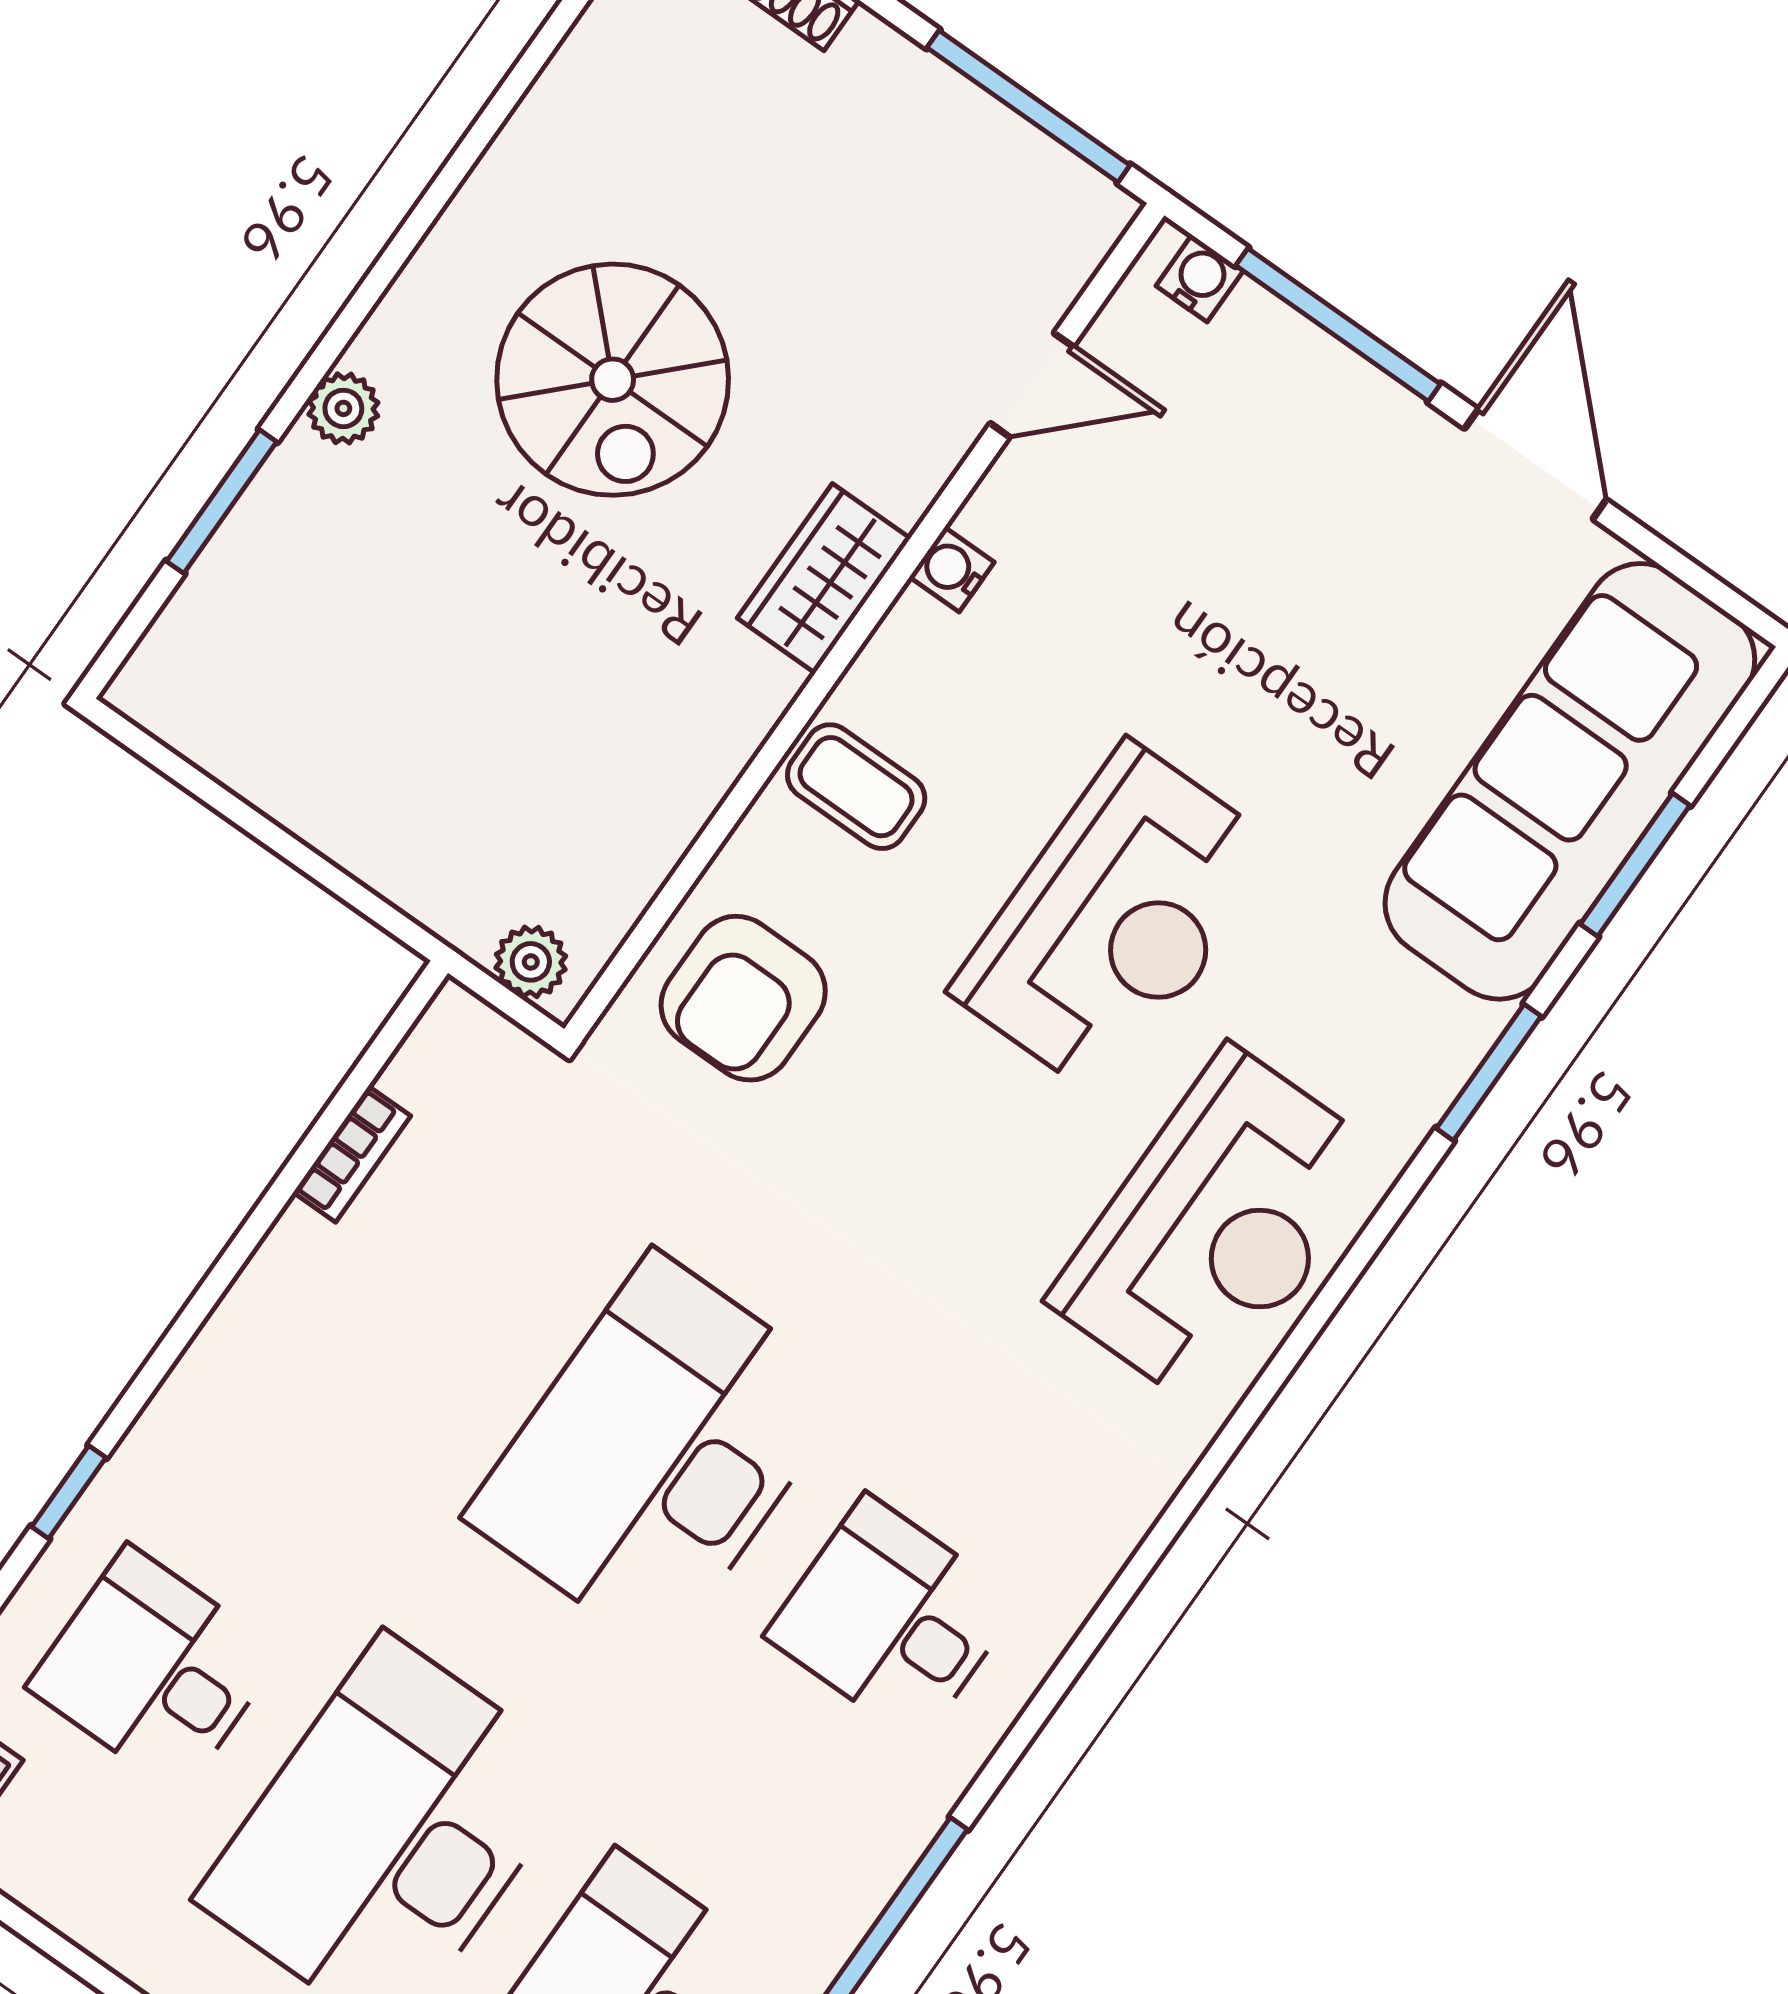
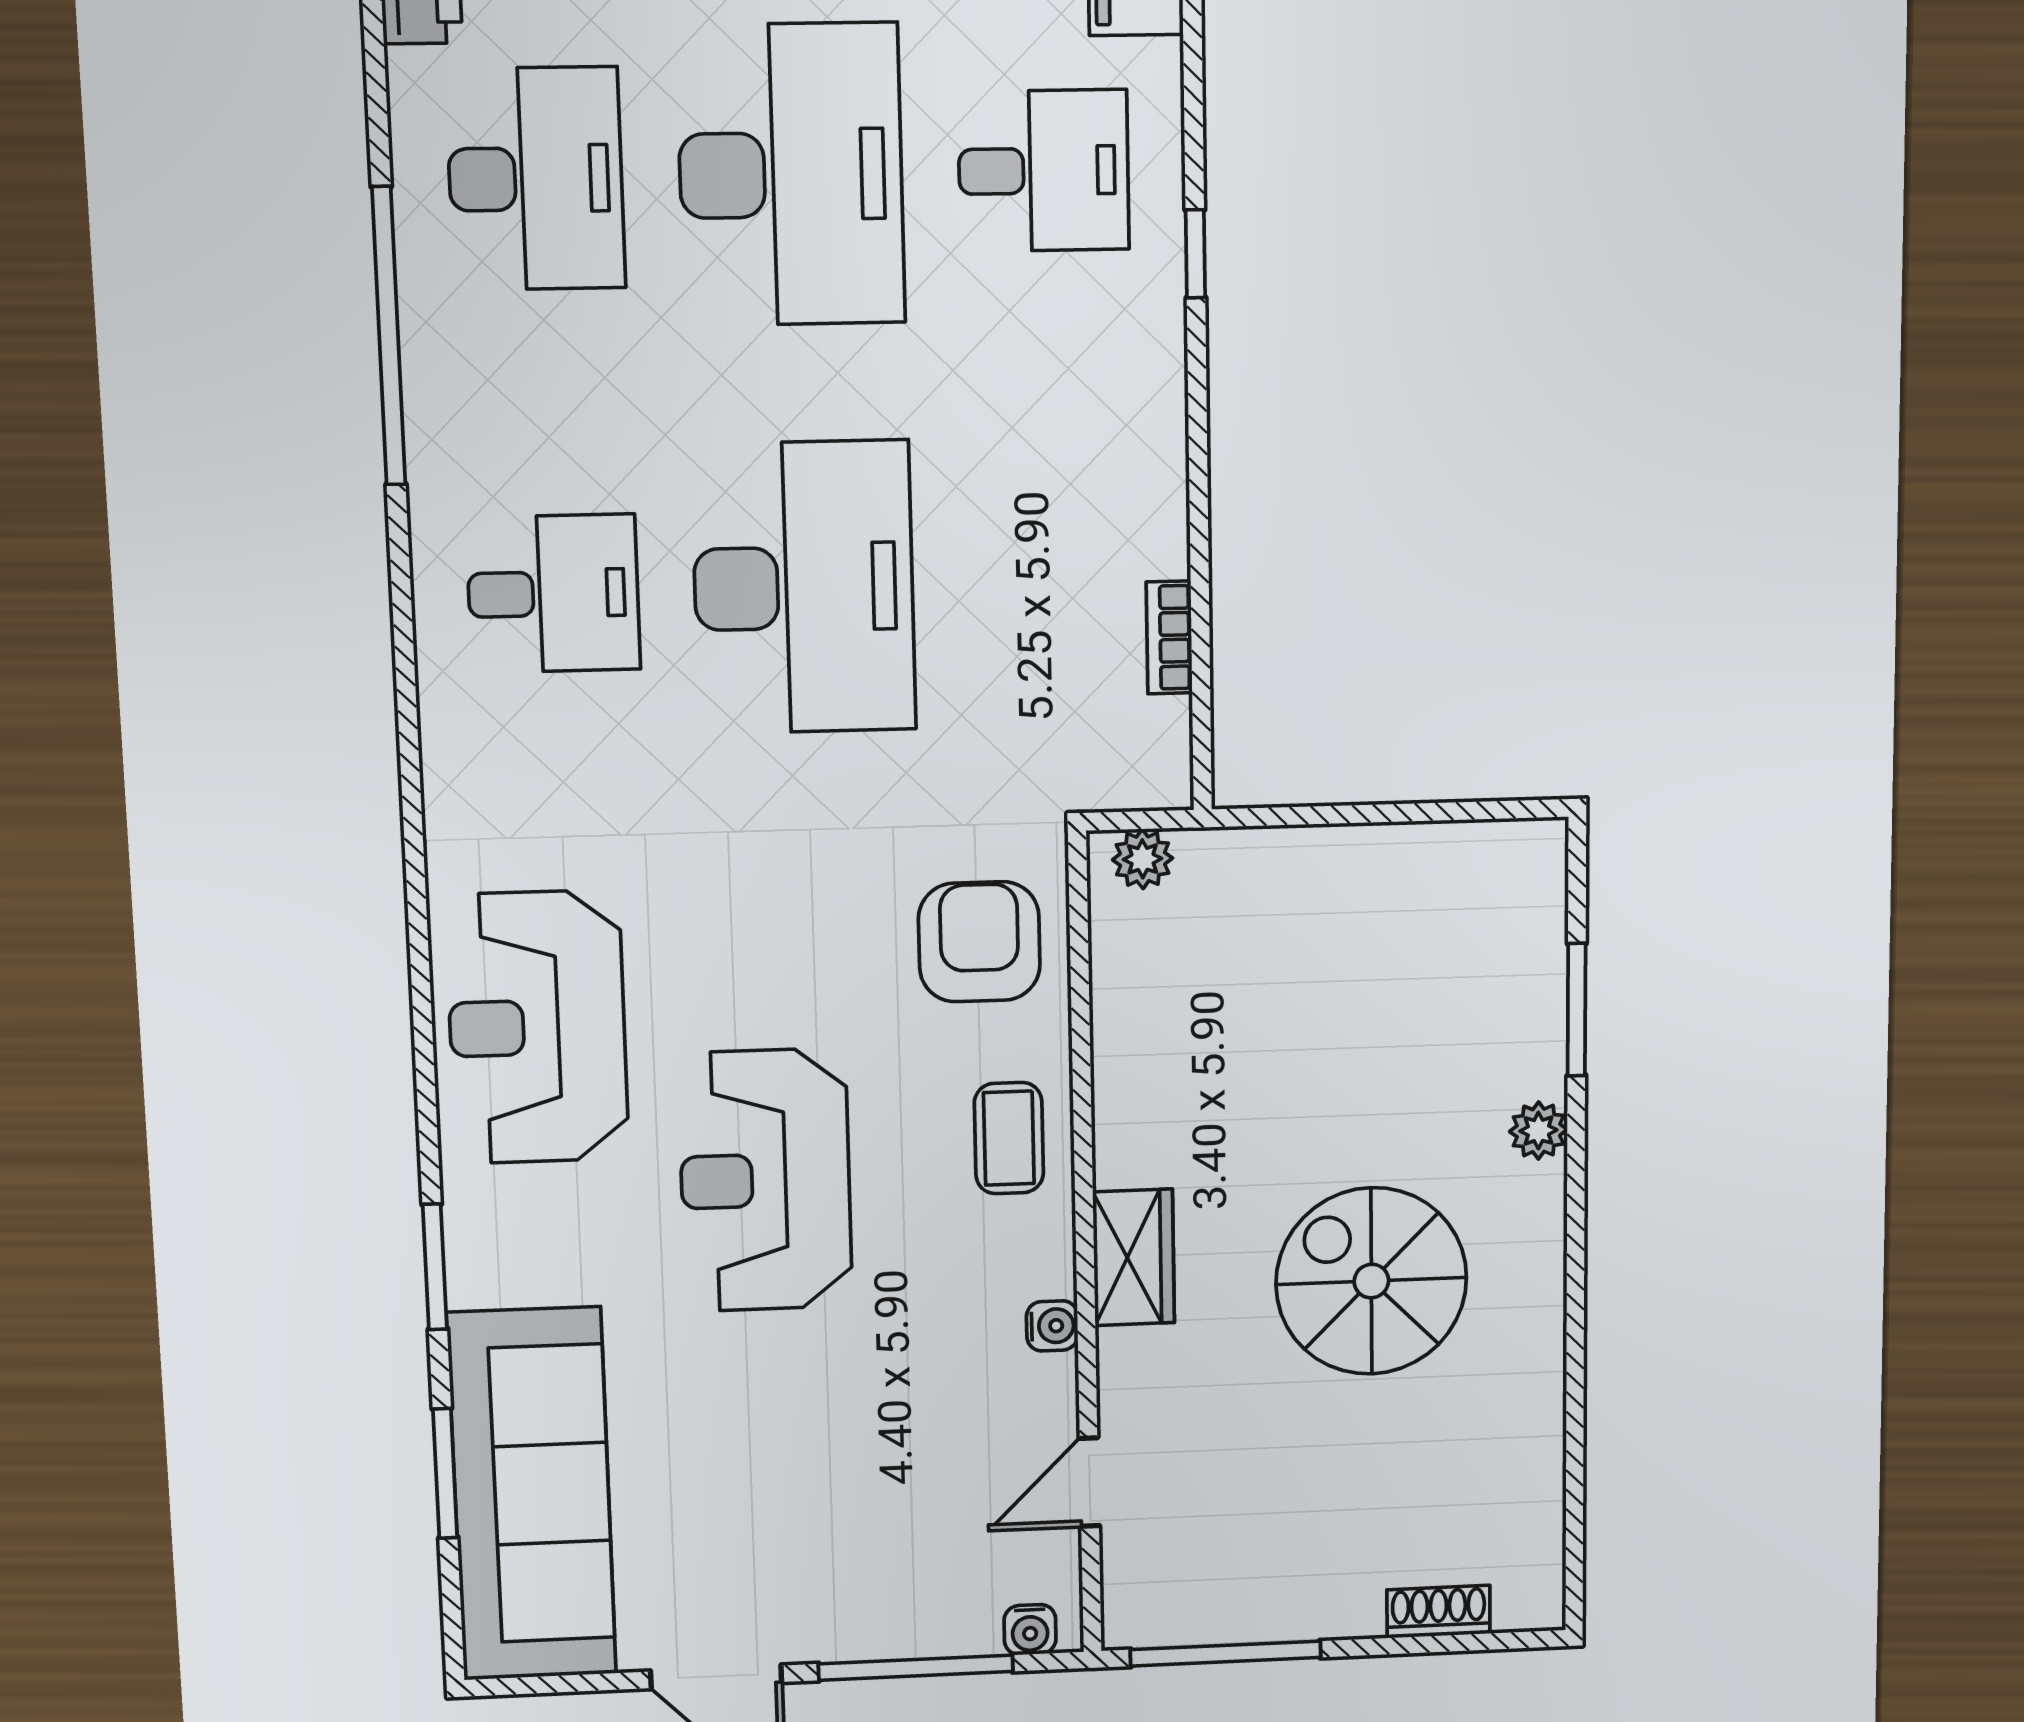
coffee table: (856, 787) -> (1009, 1138), turned 90

